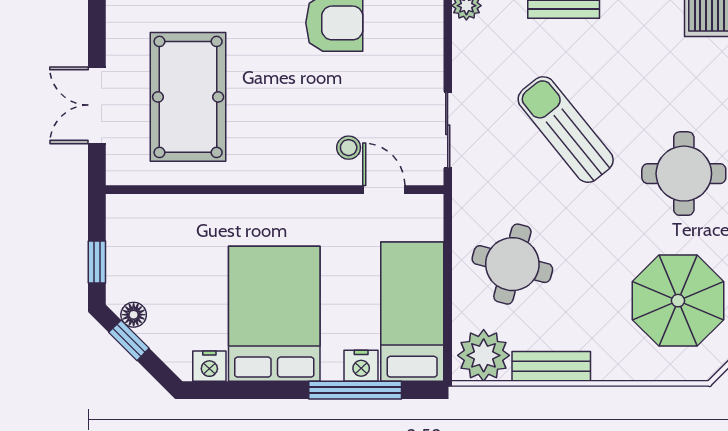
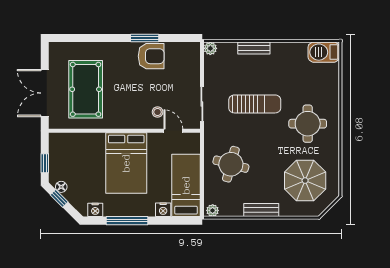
double door: (97, 105) -> (45, 93), width x1.37
sun lounger: (566, 130) -> (255, 104), turned 129
bed: (274, 314) -> (126, 163), moved, turned 180
plant: (484, 355) -> (213, 210), width x0.53, depth x0.53
bench: (551, 366) -> (261, 210), moved
window: (355, 390) -> (127, 221), moved

